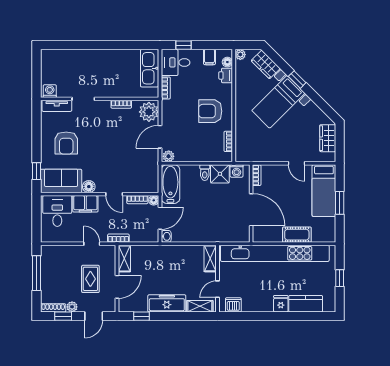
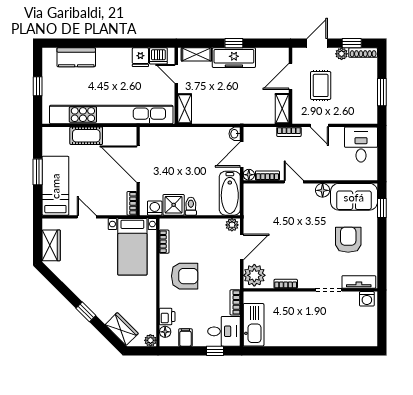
bed with nightstands: (278, 102) -> (132, 247), moved, turned 135
filing cabinet: (85, 204) -> (326, 171), removed
desk: (57, 211) -> (361, 145), moved, turned 180
window: (36, 273) -> (382, 92), width x0.69
door: (218, 289) -> (176, 74), swing flipped
fridge: (281, 304) -> (140, 57), moved
window: (142, 316) -> (234, 43), moved

